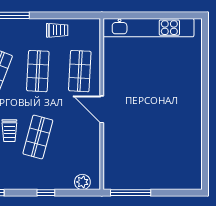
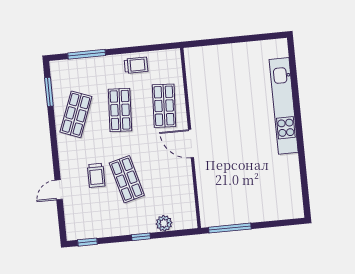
kitchen unit: (148, 28) -> (284, 106), moved, turned 90
shop shelf: (38, 137) -> (127, 179), turned -30
plant: (82, 182) -> (164, 223), moved

